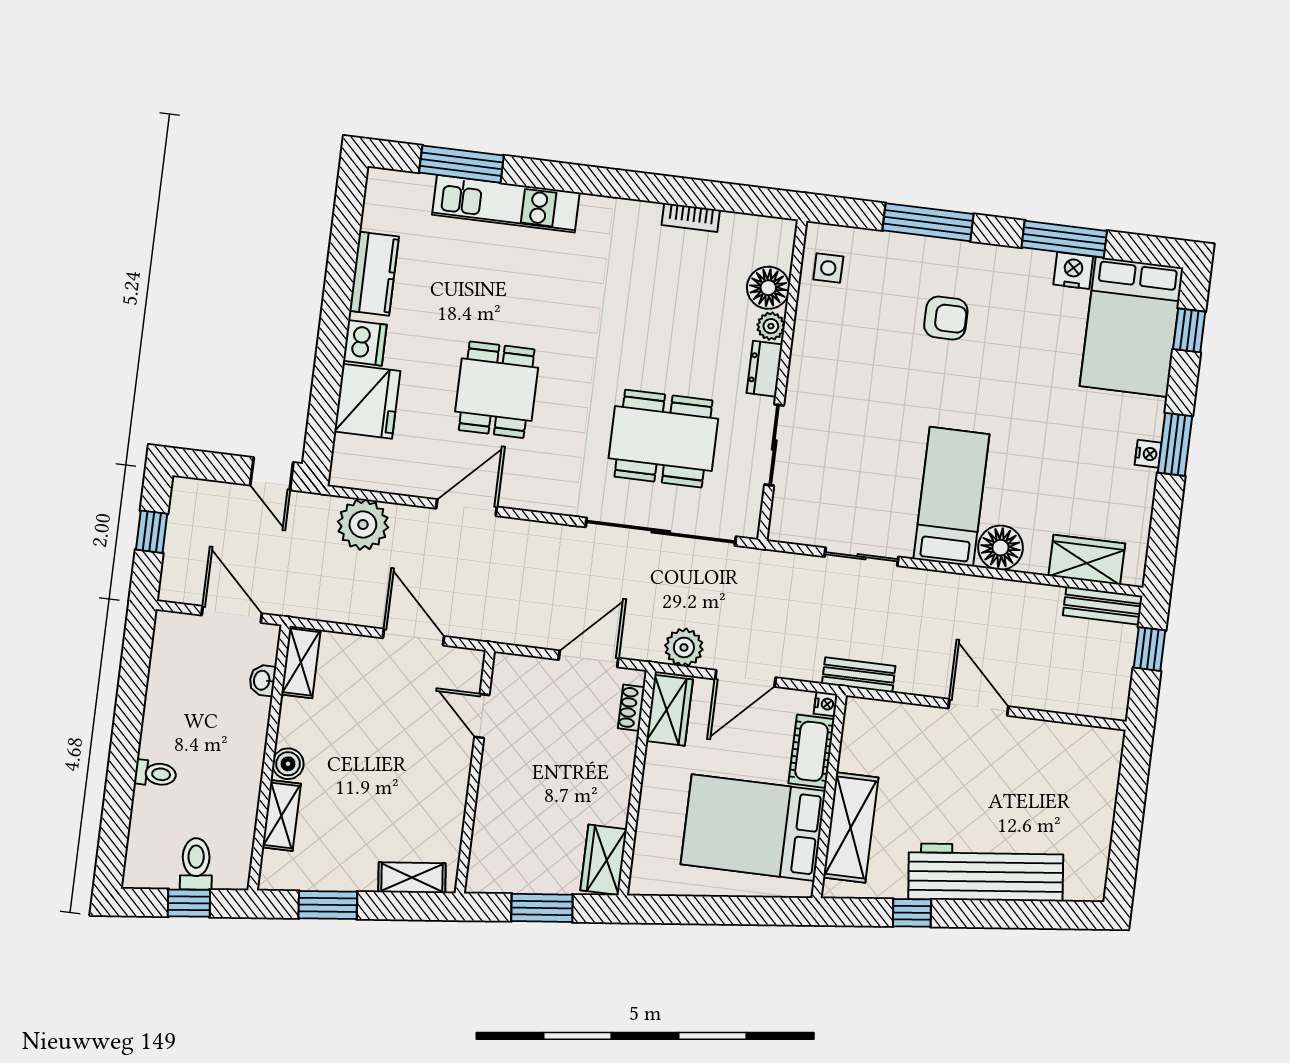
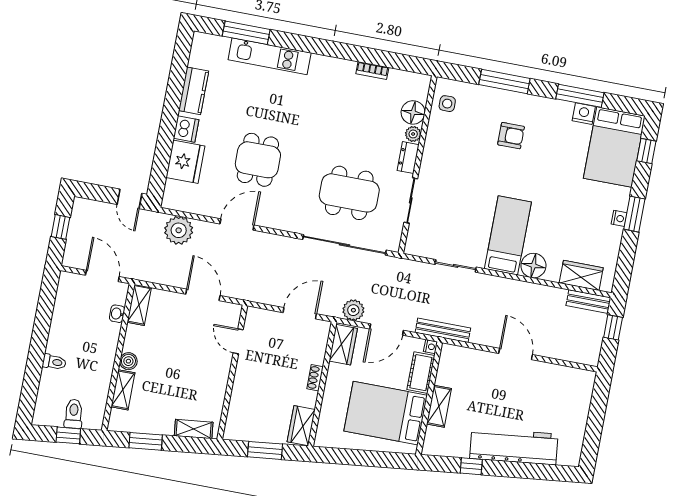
bench: (859, 675) -> (443, 330), width x1.36
shoe rack: (631, 708) -> (315, 378), moved
shelving: (851, 828) -> (439, 406), width x0.67, depth x0.75

